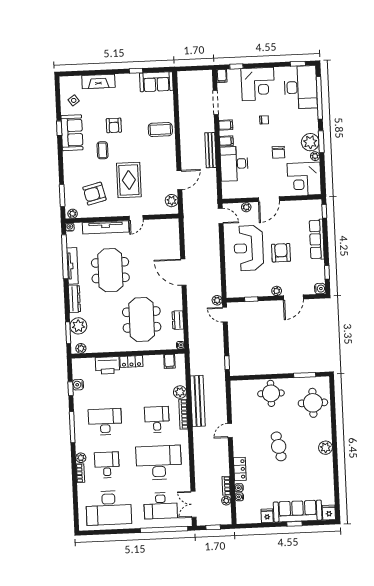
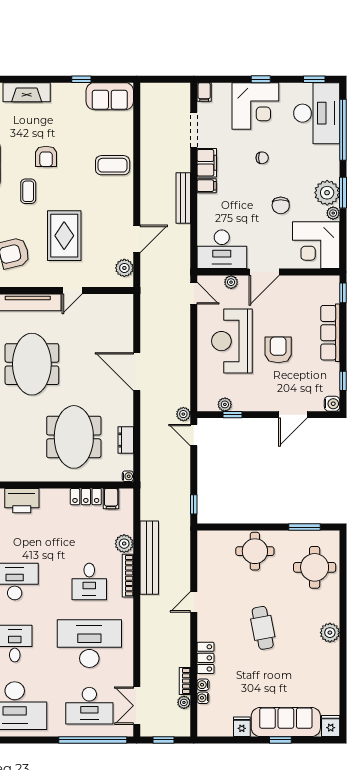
window: (236, 66) -> (261, 79), moved
filing cabinet: (226, 125) -> (207, 163), width x2.00
desk: (234, 164) -> (222, 249), moved, turned -90
plant: (277, 291) -> (225, 404), moved
locker: (131, 362) -> (86, 497), moved
desk: (157, 419) -> (89, 582), turned 180

